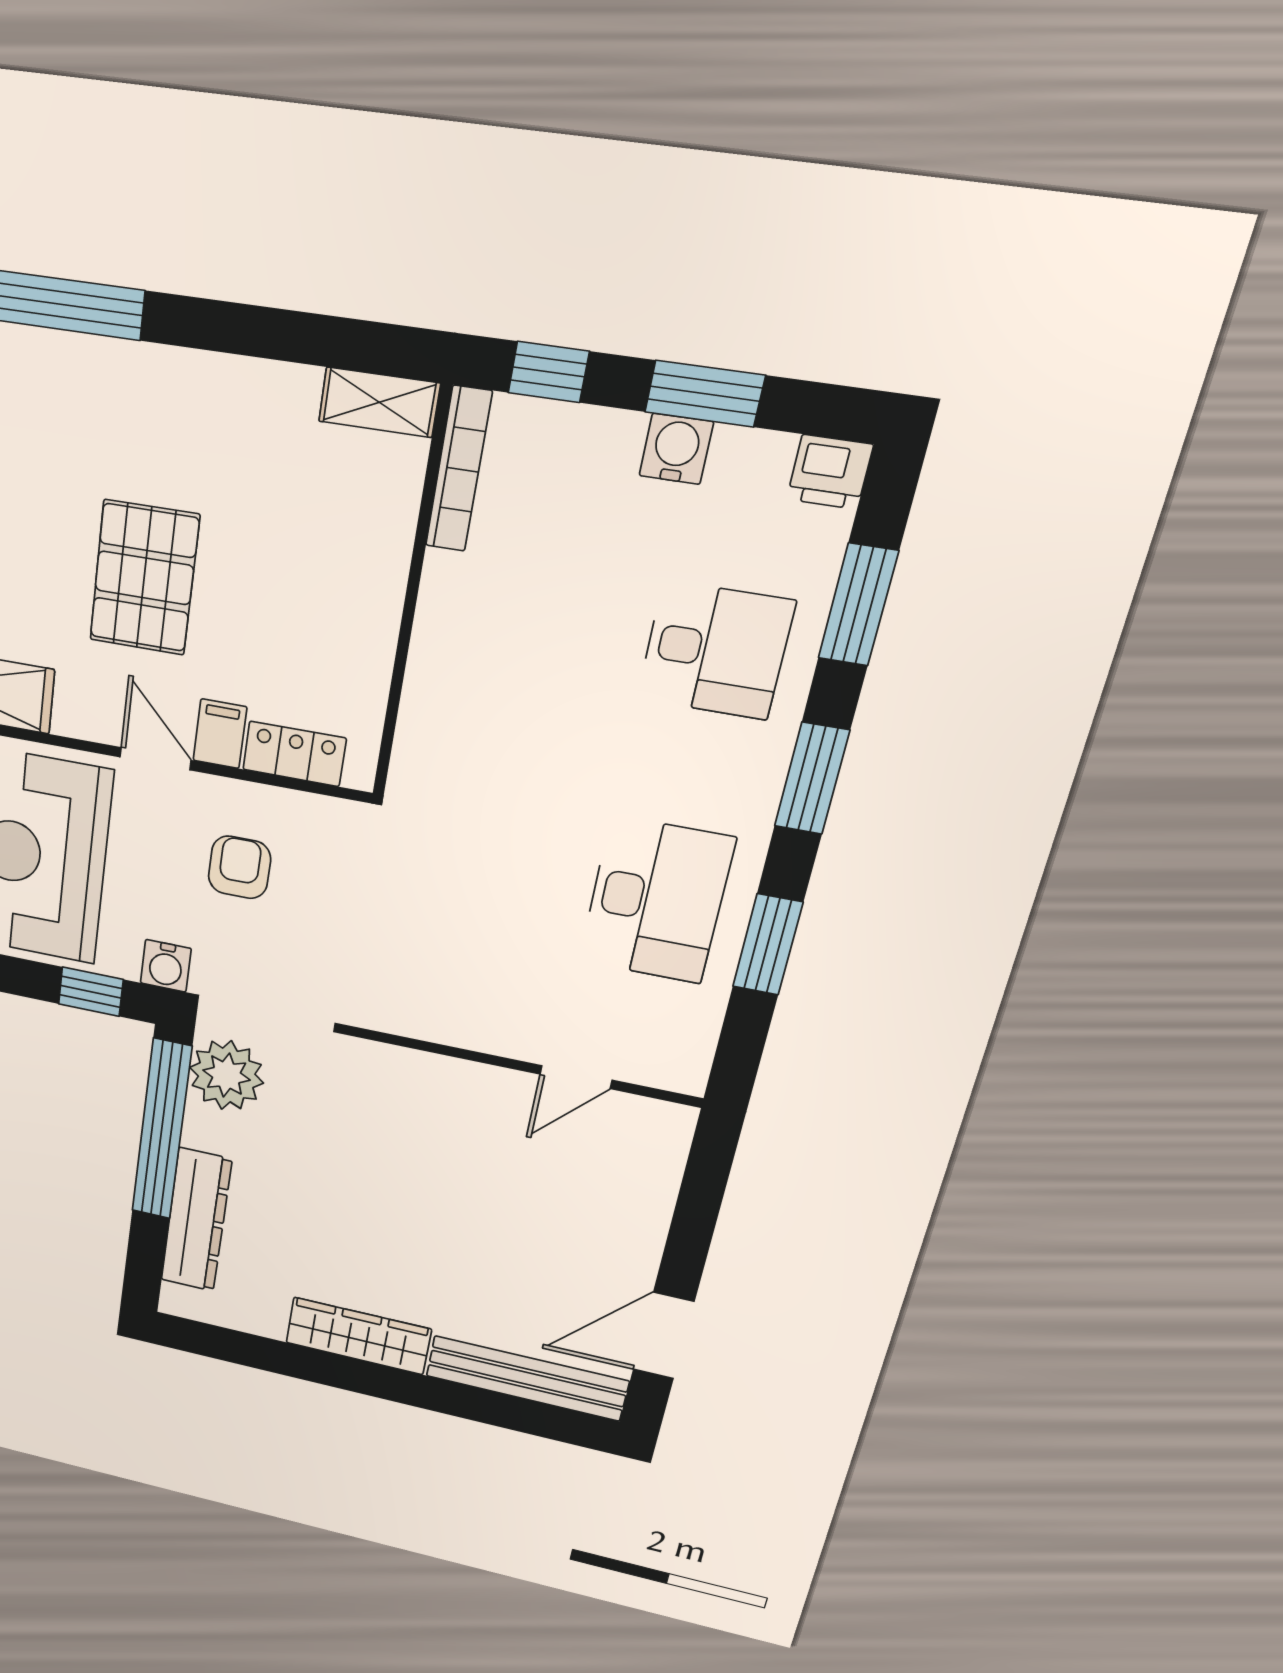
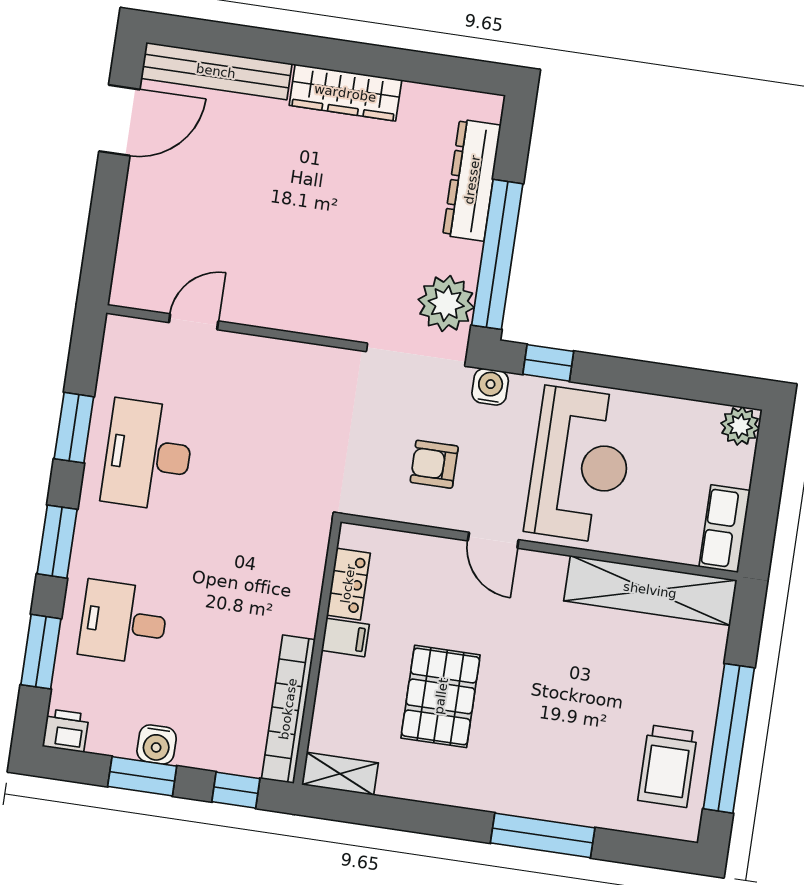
bookcase: (459, 469) -> (288, 709), width x1.48, depth x1.31
pallet: (144, 578) -> (441, 696), moved
filing cabinet: (220, 734) -> (345, 637), moved, turned -90
locker: (294, 754) -> (348, 584), moved, turned -90
armchair: (239, 867) -> (434, 464), turned 90

